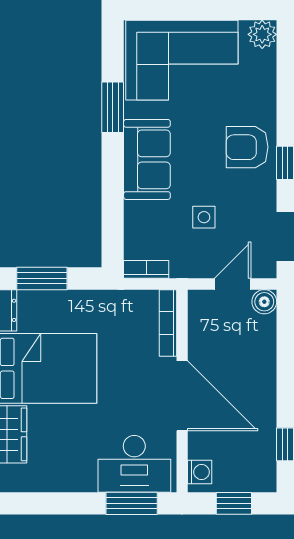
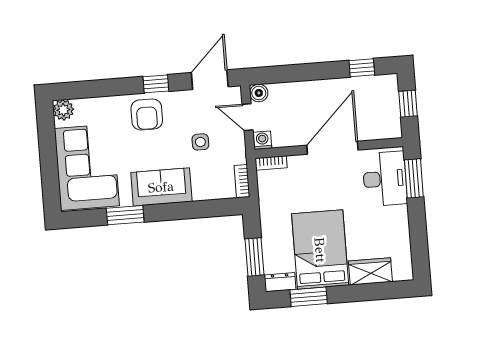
bookcase: (168, 323) -> (271, 163), width x0.64
washing machine: (200, 472) -> (262, 140), moved

